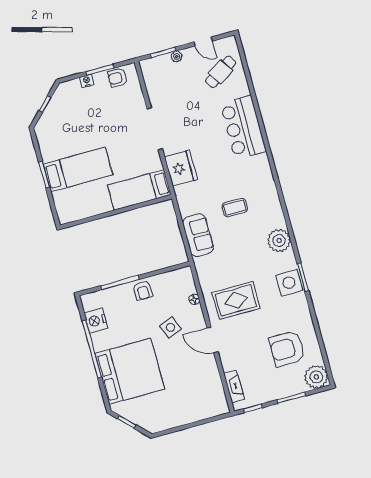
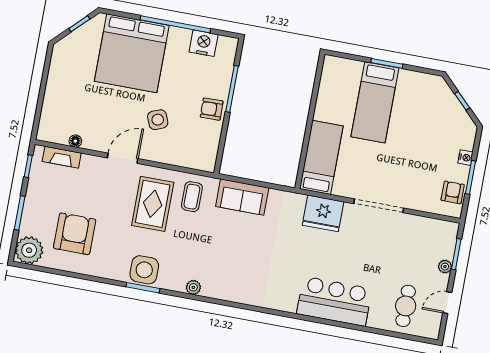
cafe table: (221, 72) -> (406, 306), turned 33
coffee table: (235, 208) -> (192, 197), moved
plant: (279, 241) -> (193, 287), width x0.53, depth x0.53
floor lamp: (194, 299) -> (75, 141), moved

